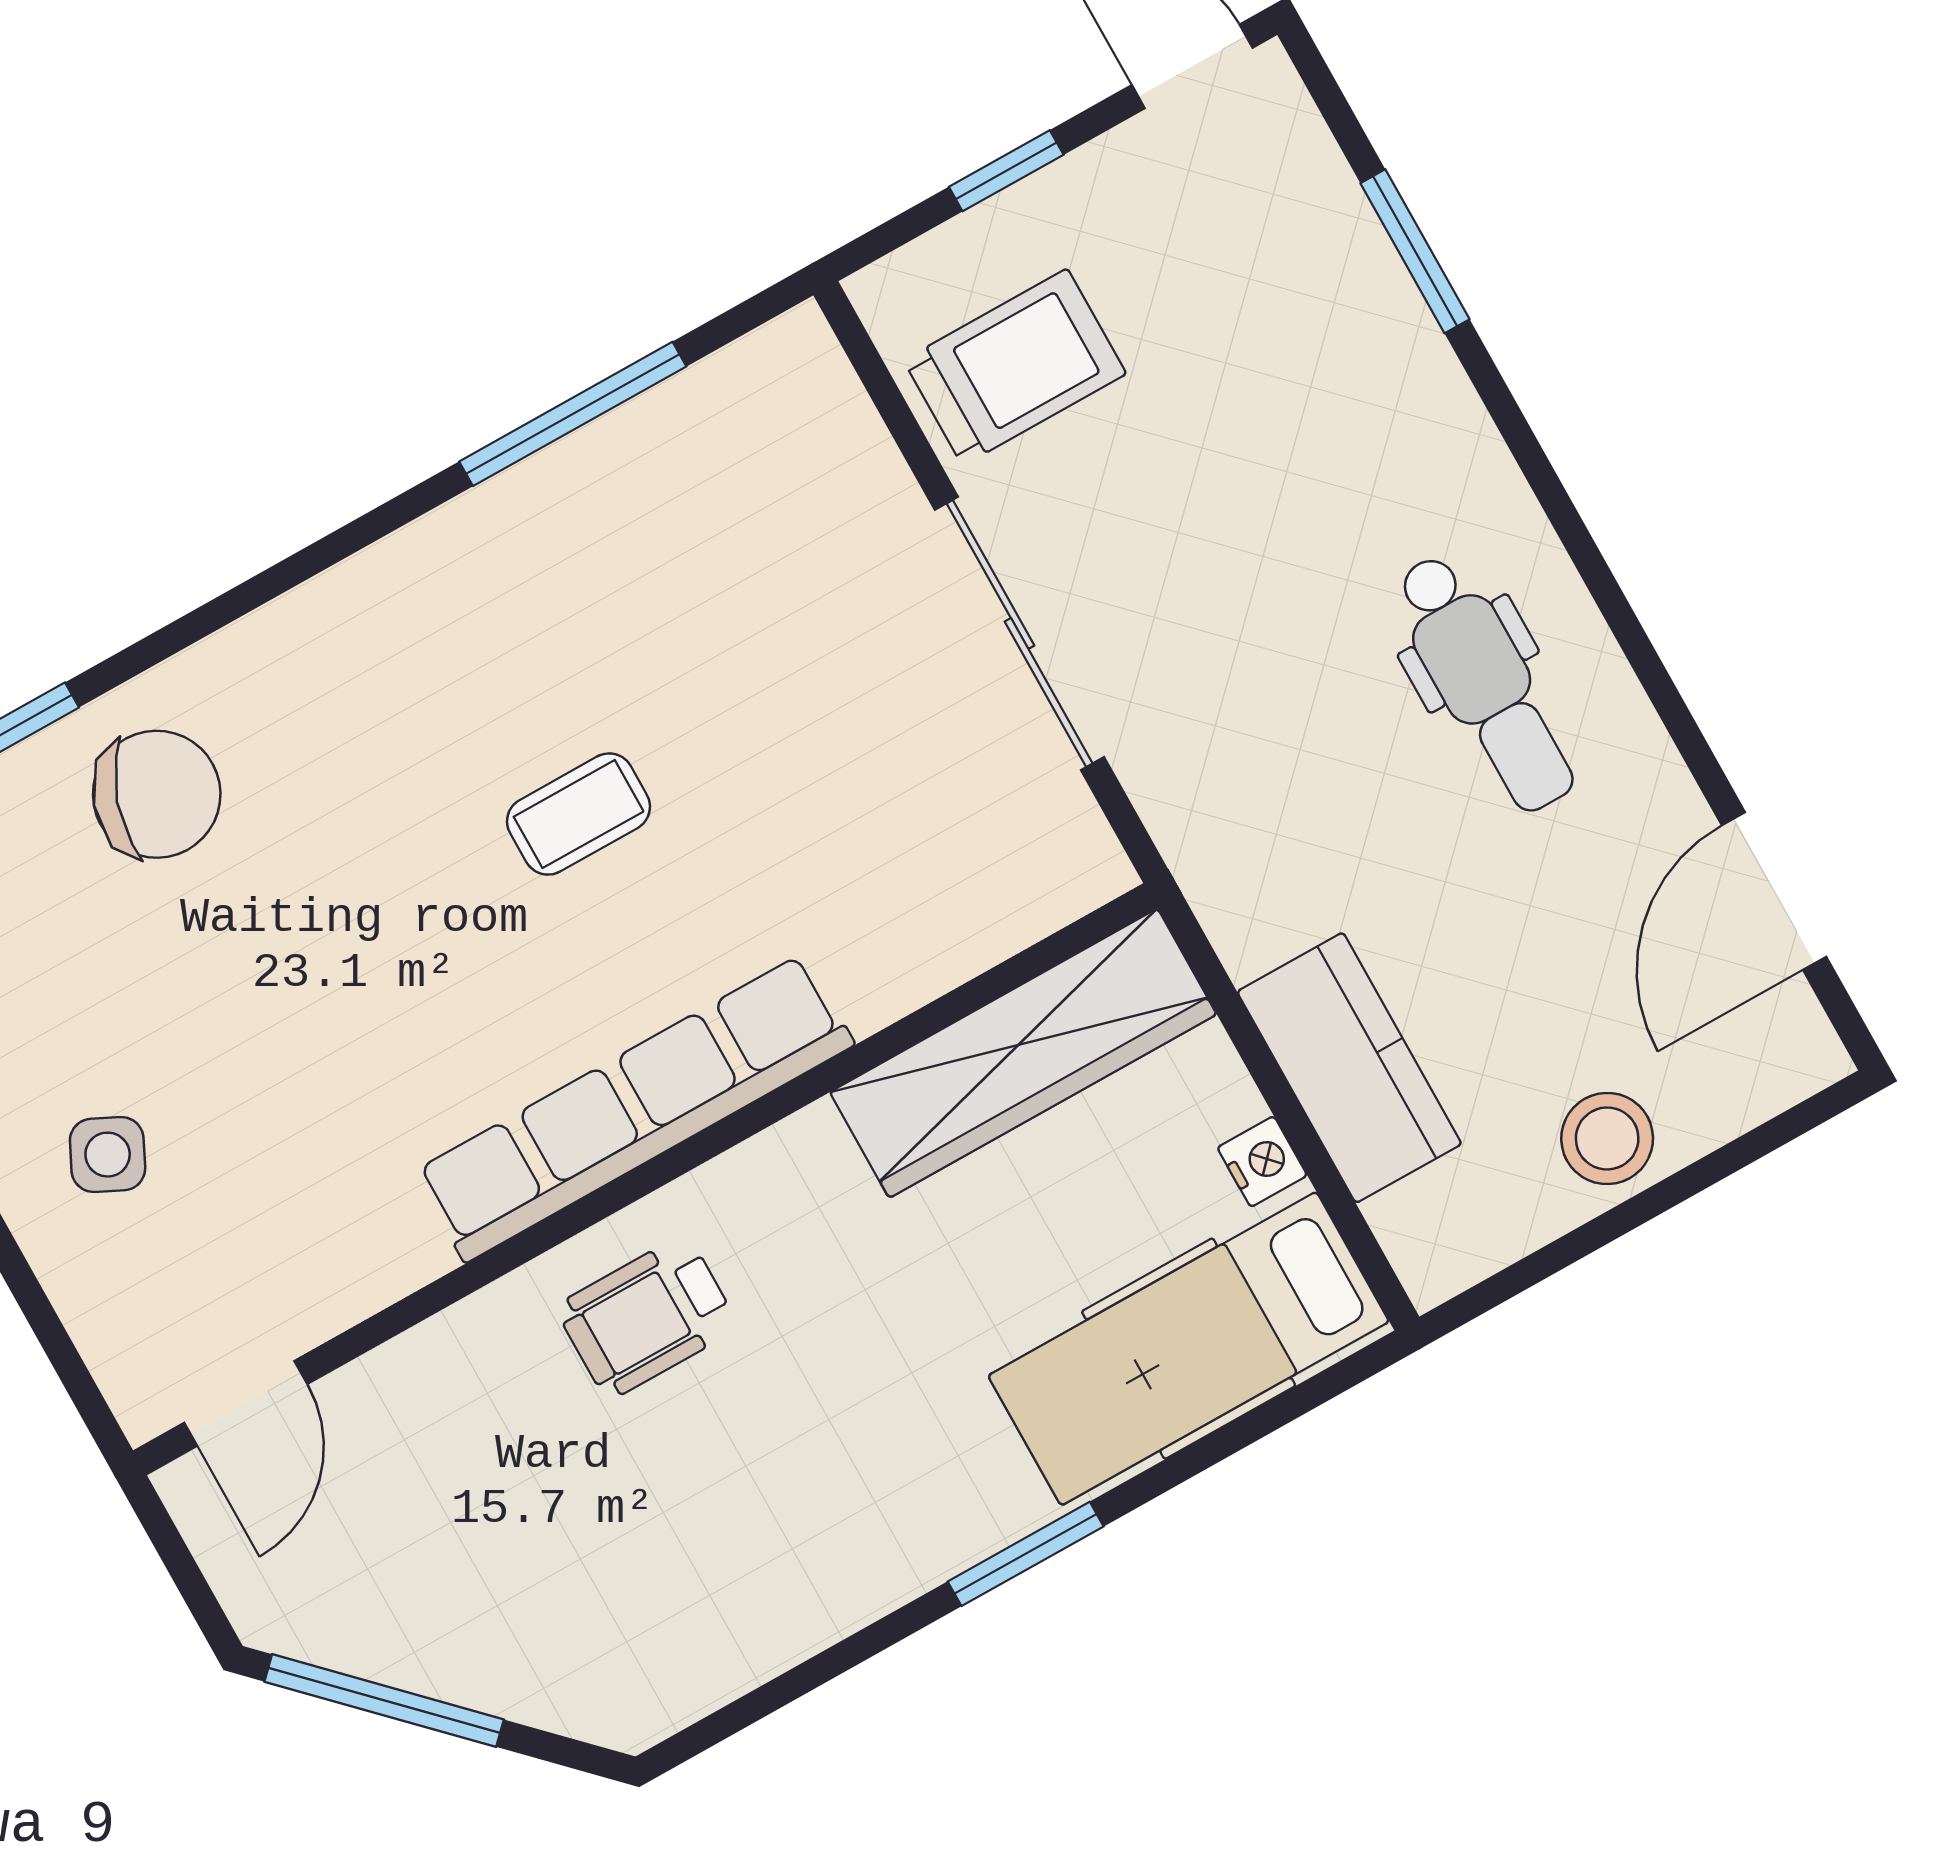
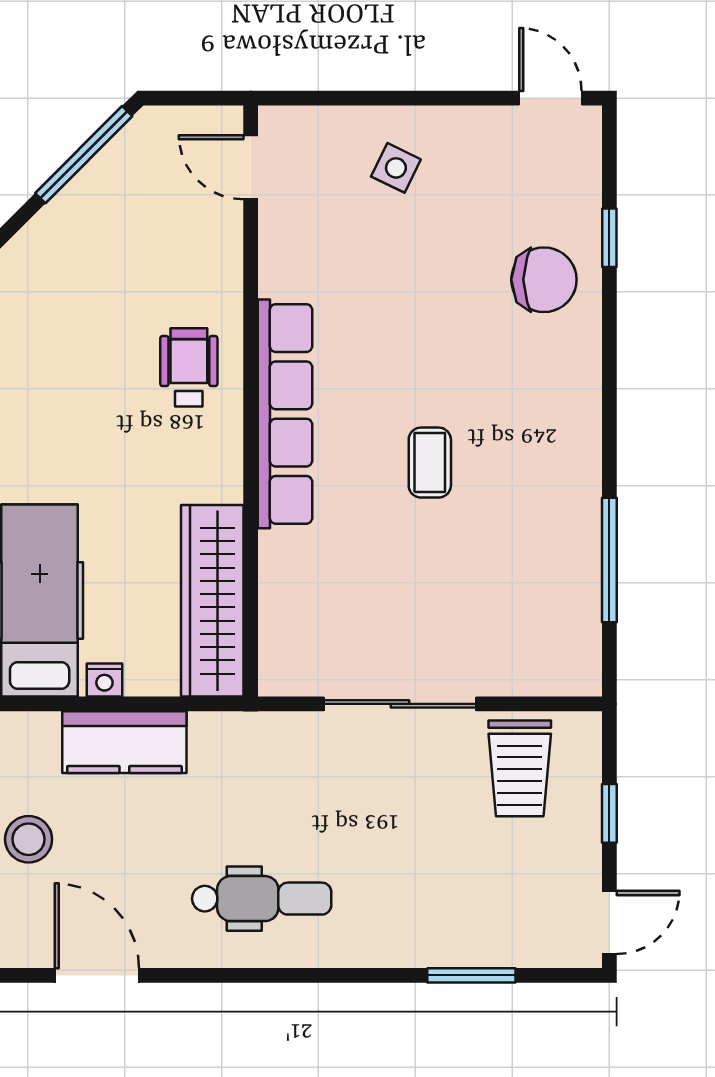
dental chair: (1485, 683) -> (262, 899), turned 180
chair: (157, 794) -> (544, 280), turned -109

